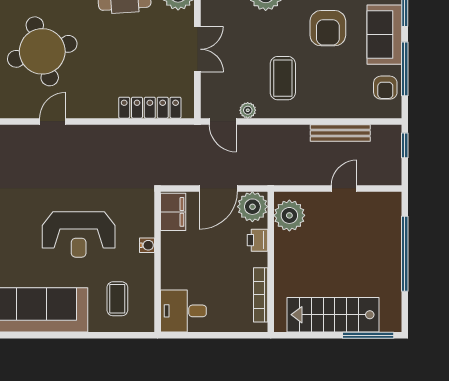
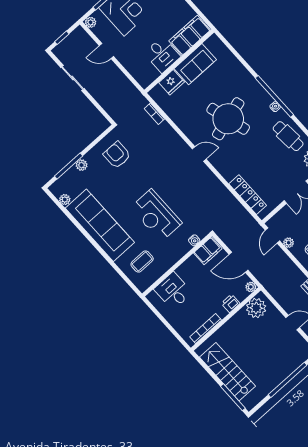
plant: (252, 207) -> (251, 287), width x0.53, depth x0.53
water cooler: (147, 245) -> (194, 240), moved
desk: (183, 311) -> (173, 291), moved

